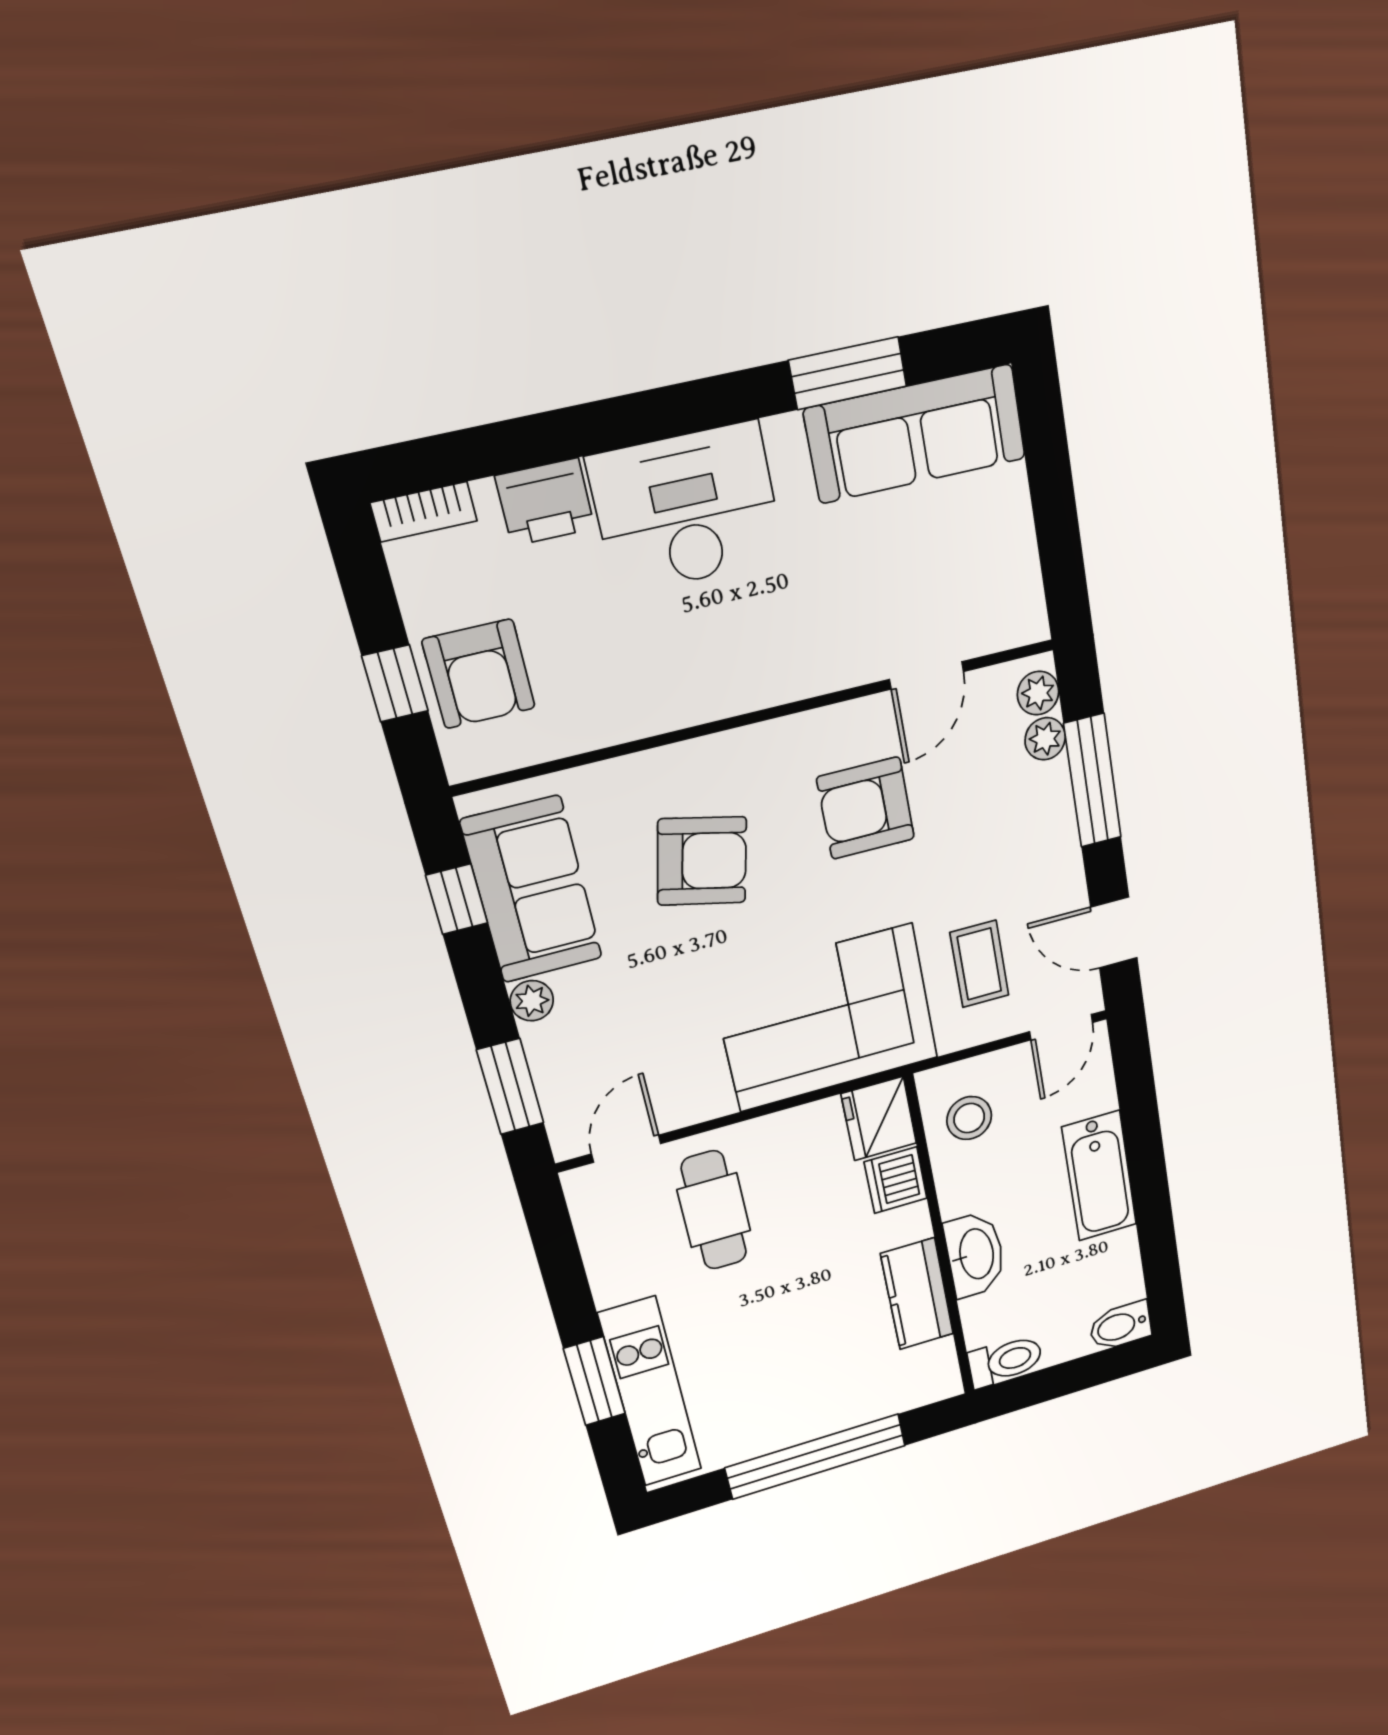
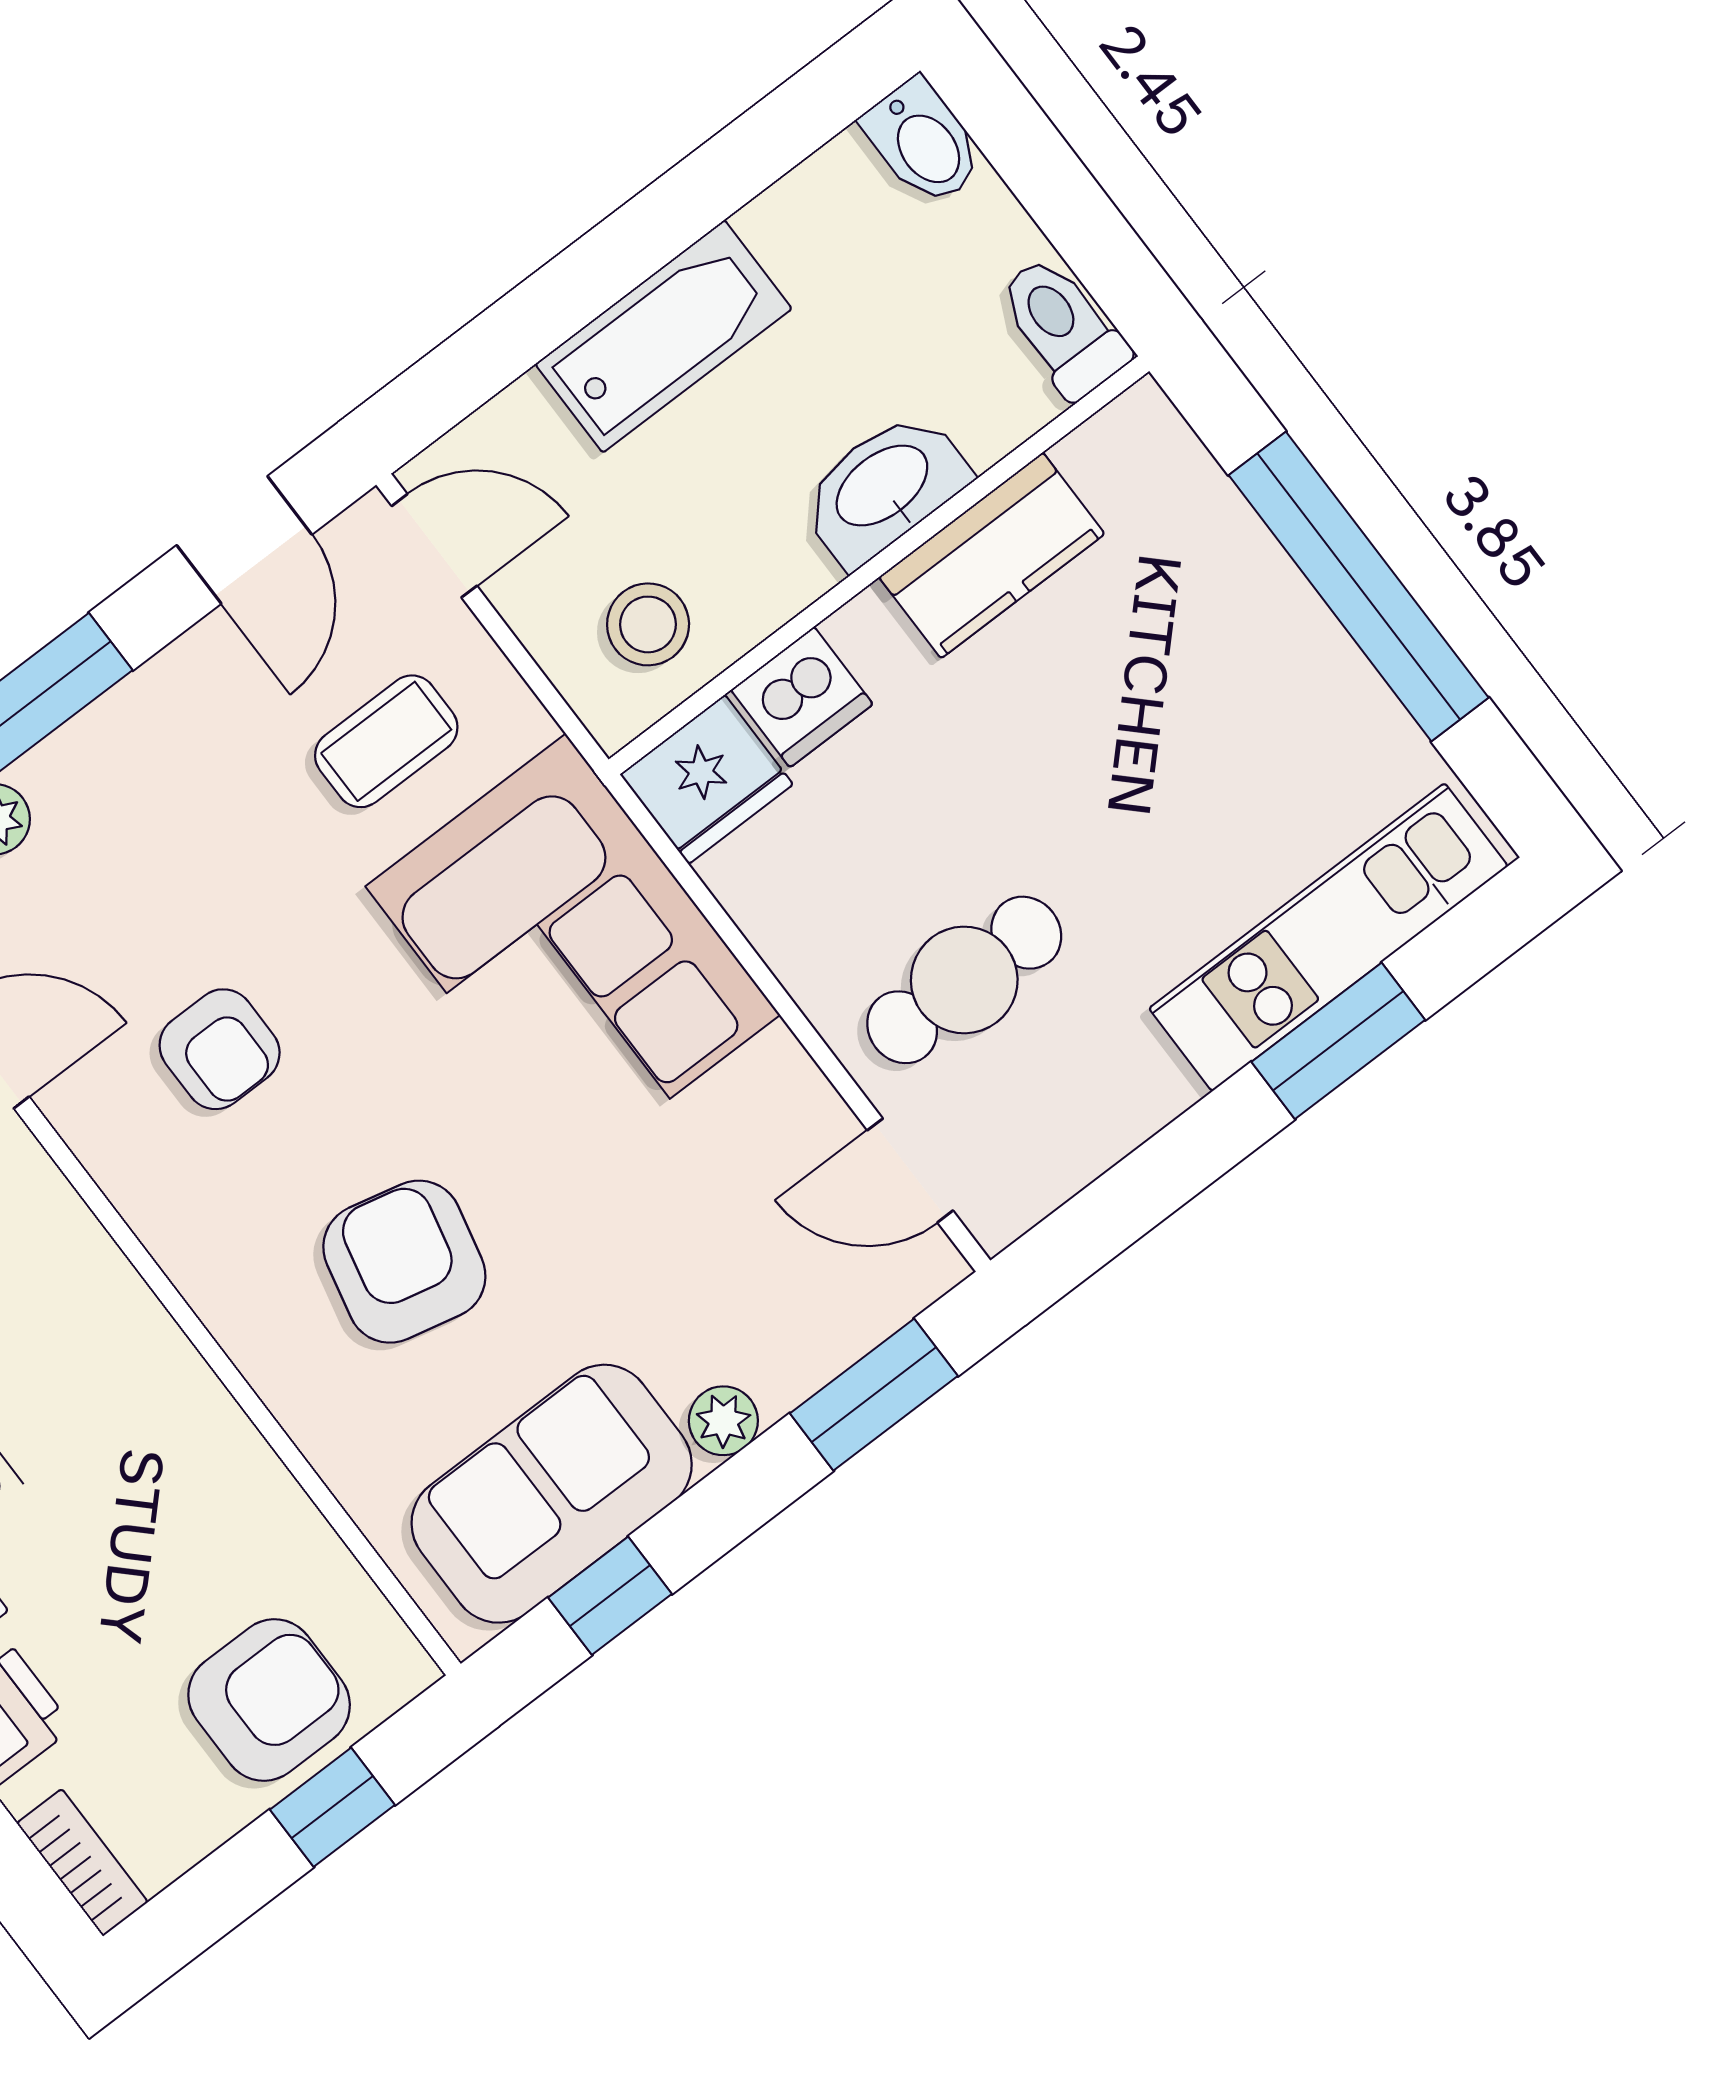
armchair: (866, 808) -> (220, 1049), width x0.72, depth x0.72

